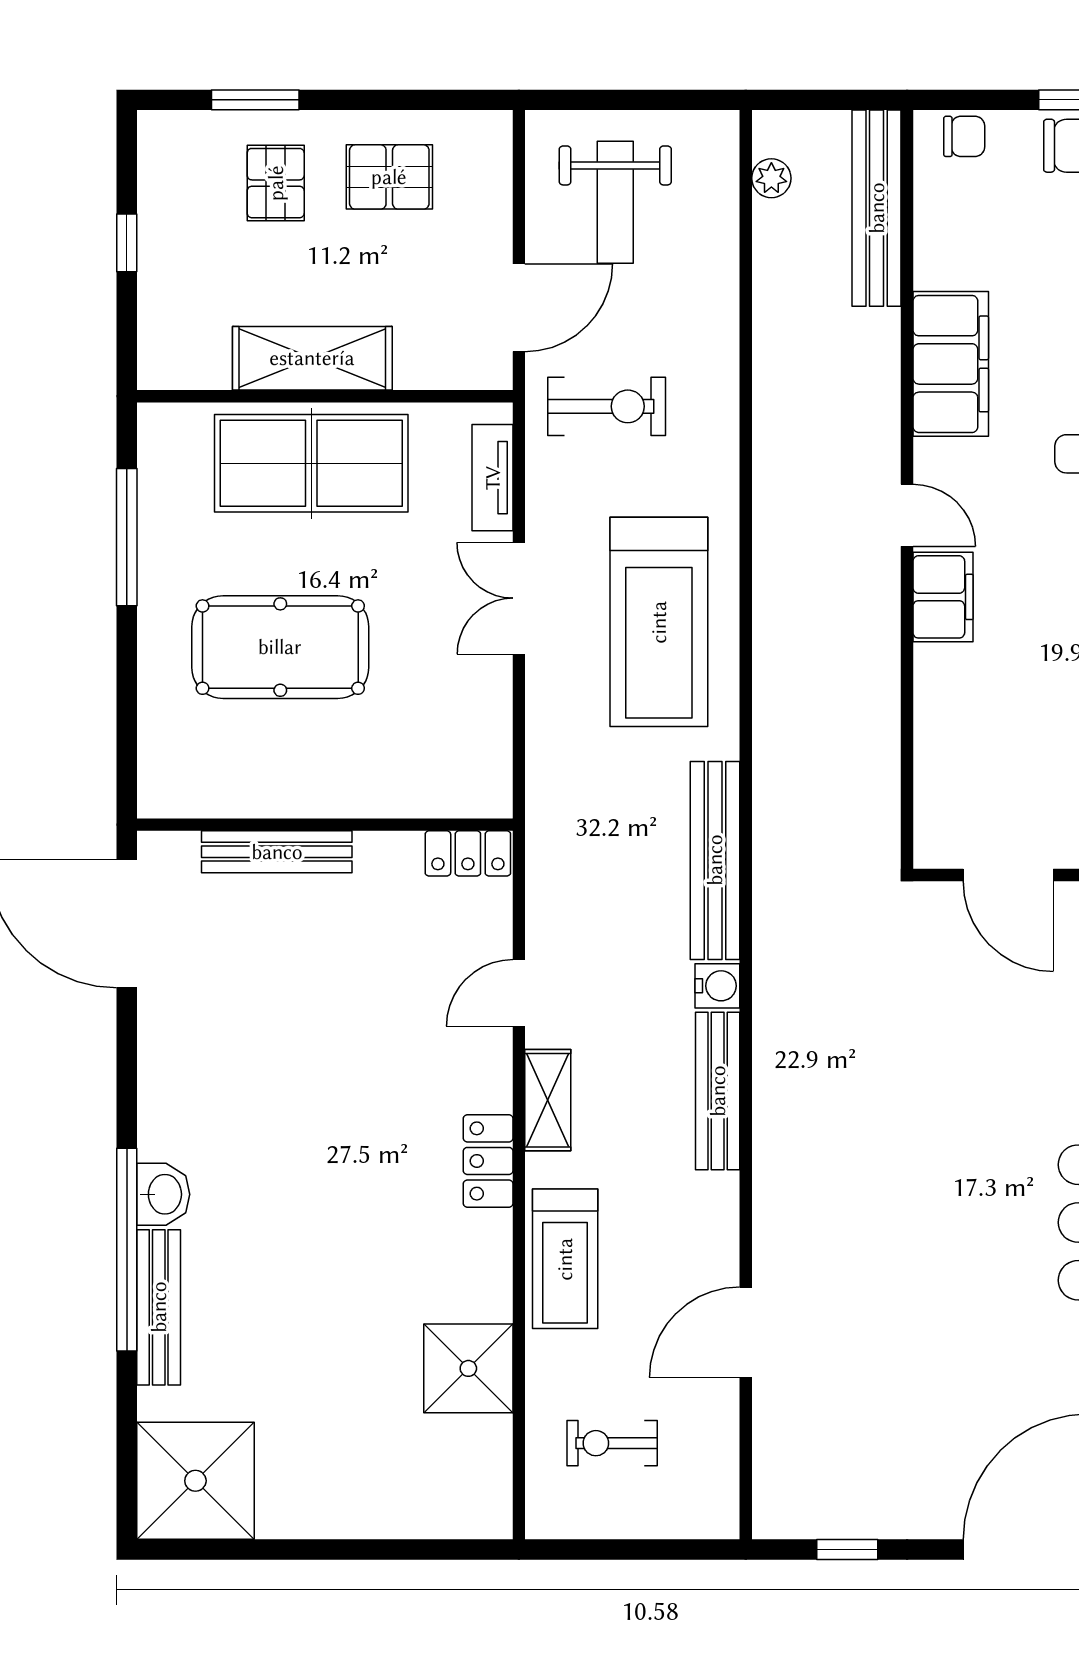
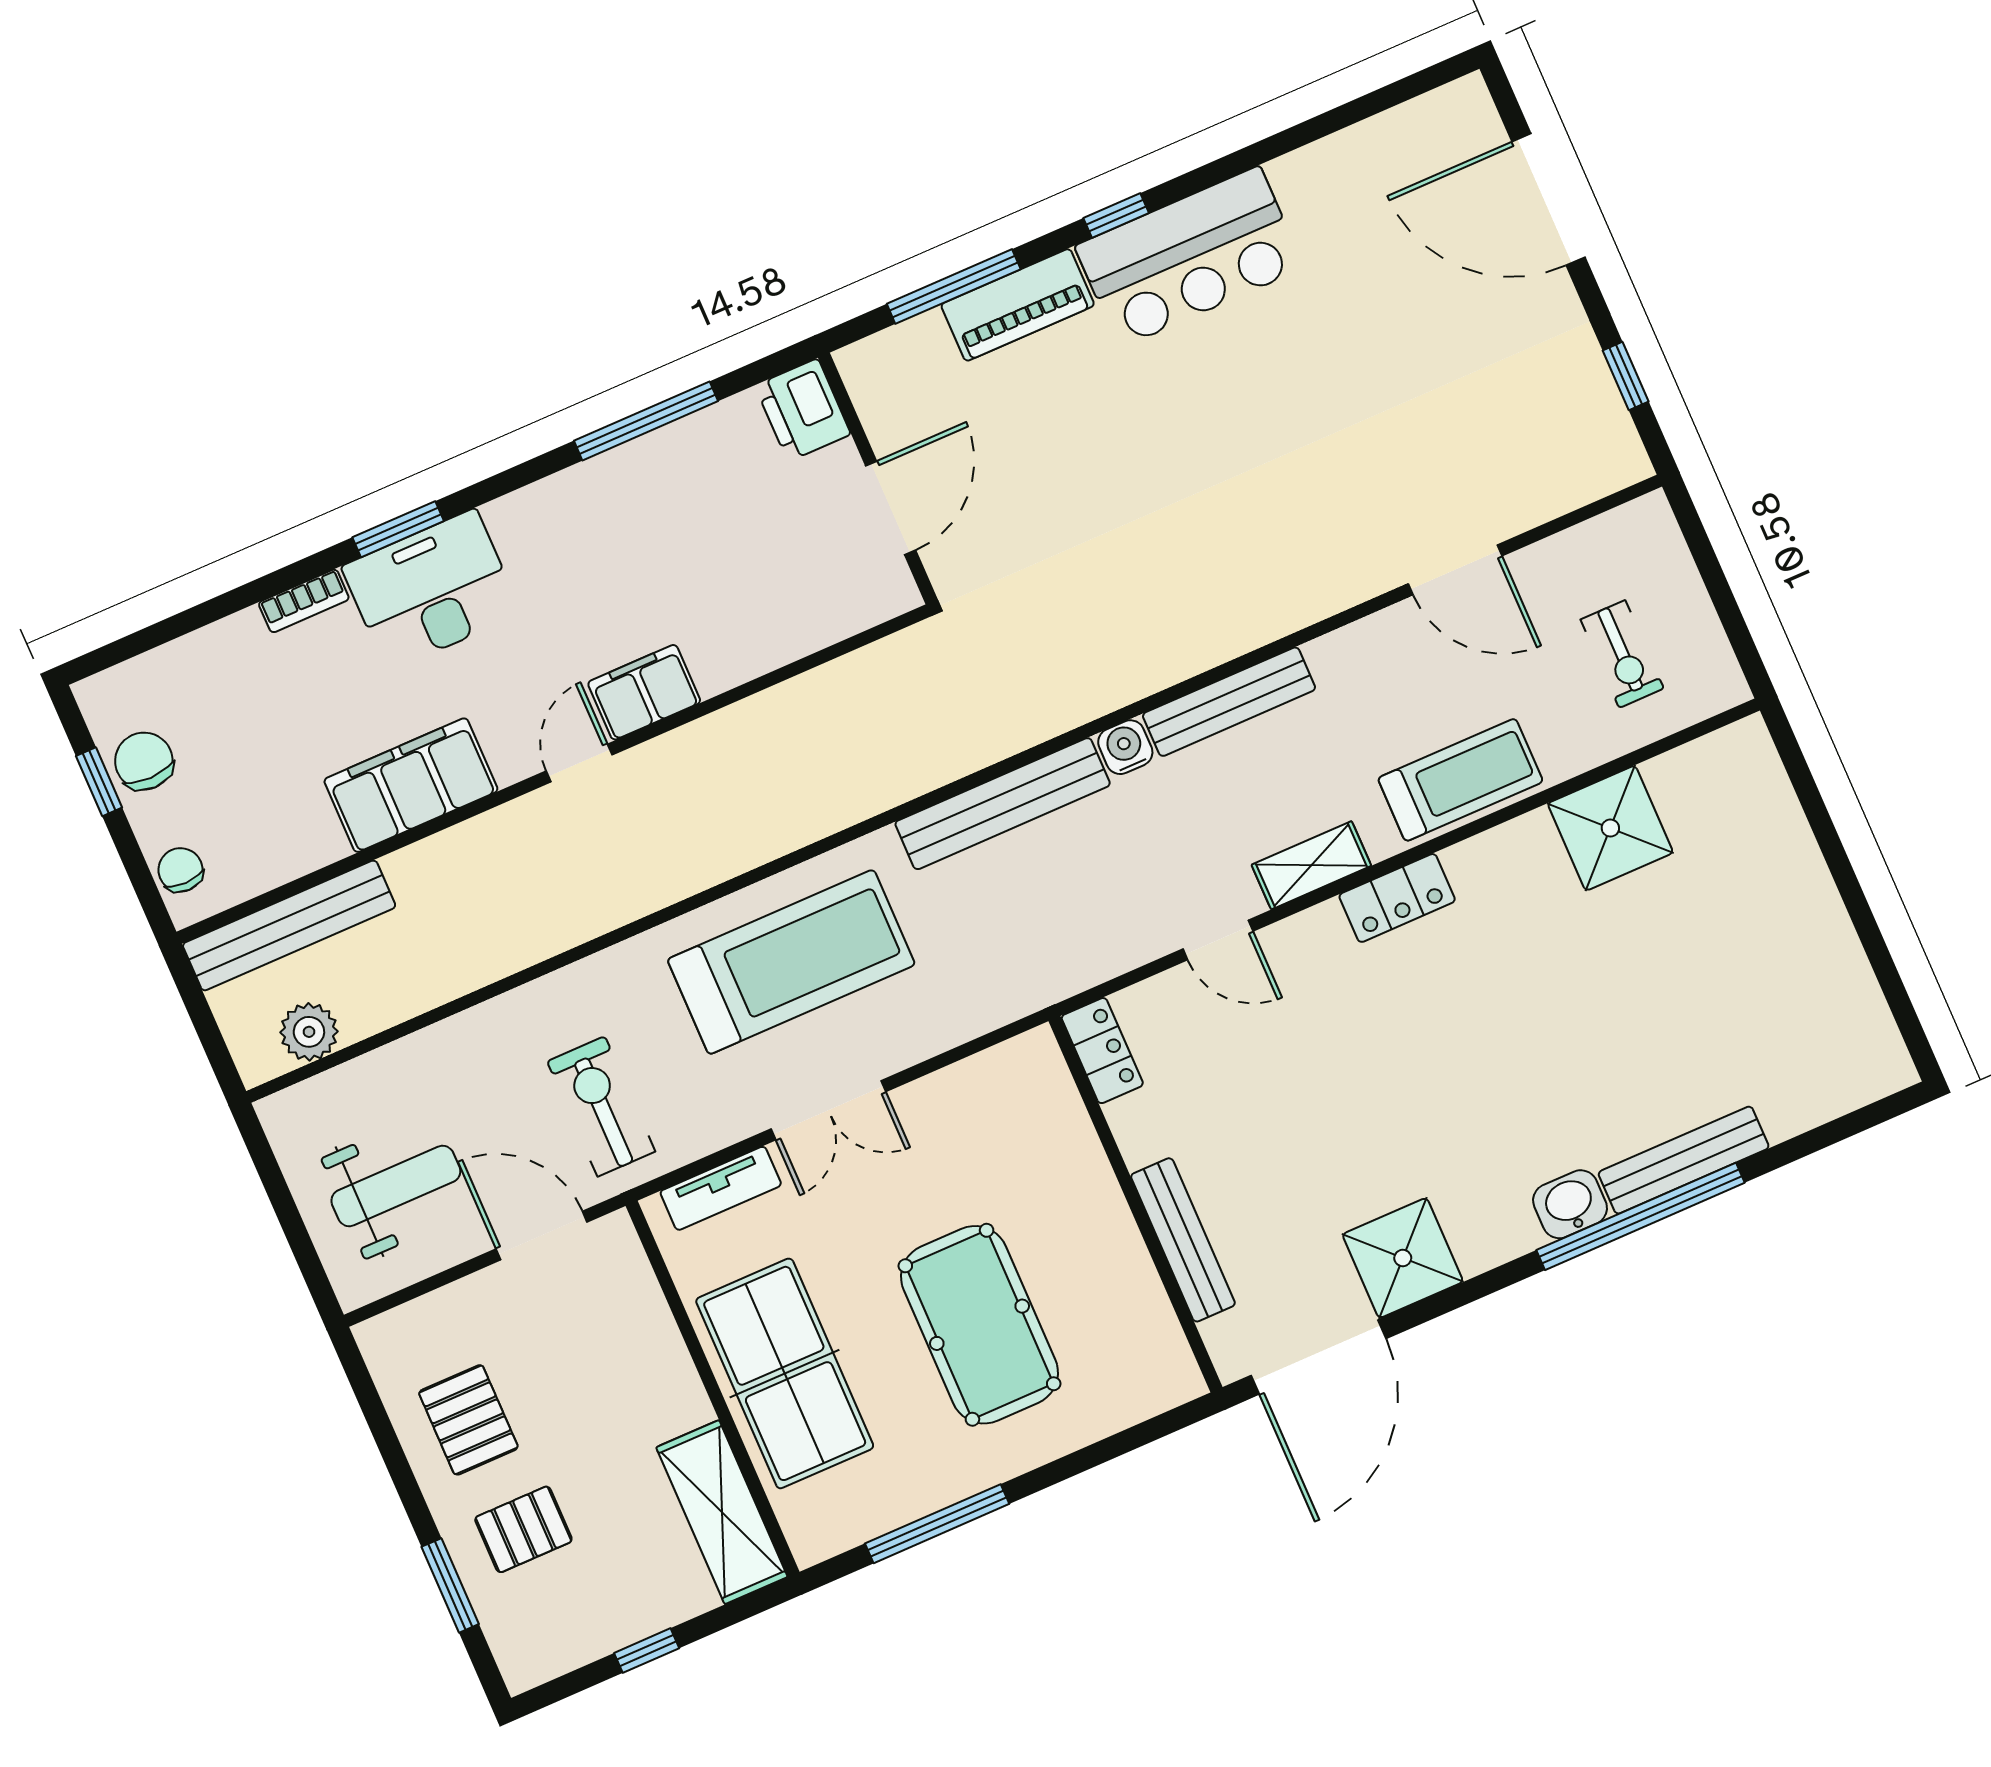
plant: (771, 178) -> (309, 1032), width x1.38, depth x1.38
shelving: (312, 358) -> (722, 1512), moved
shower: (195, 1481) -> (1403, 1258), moved, width x0.73, depth x0.73

